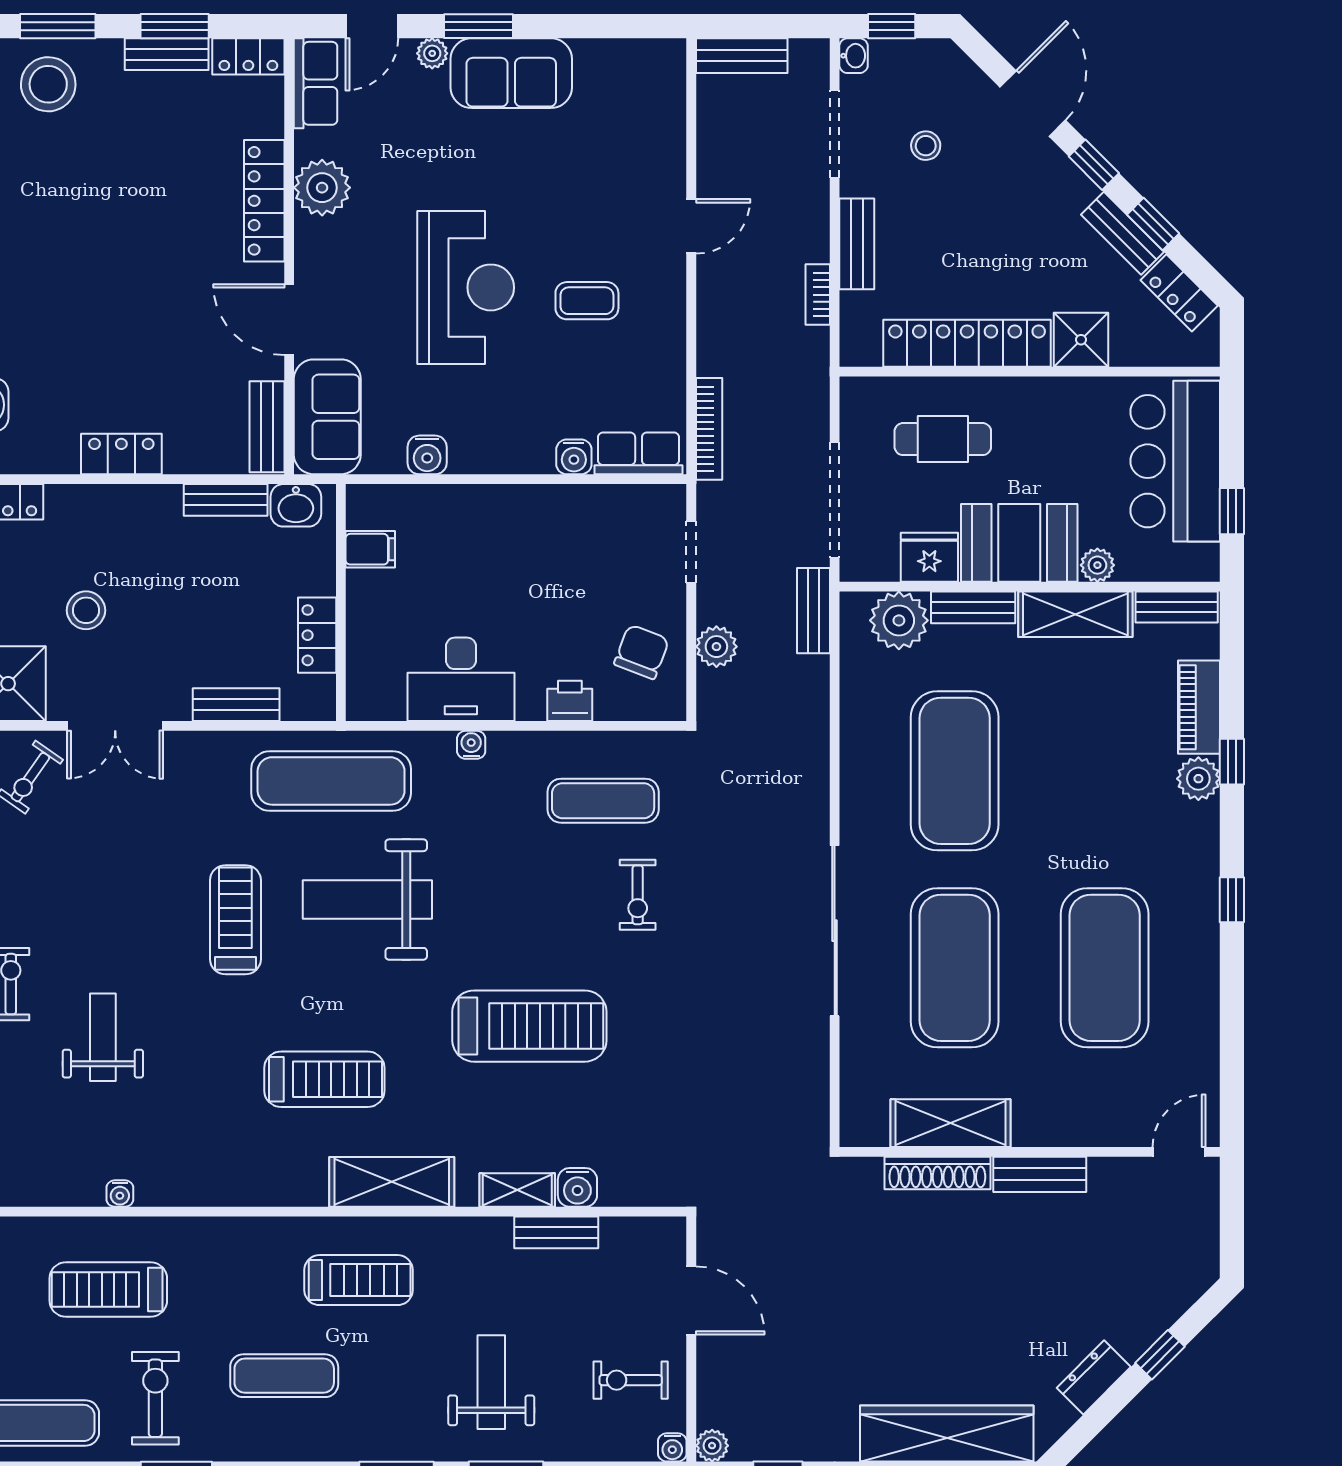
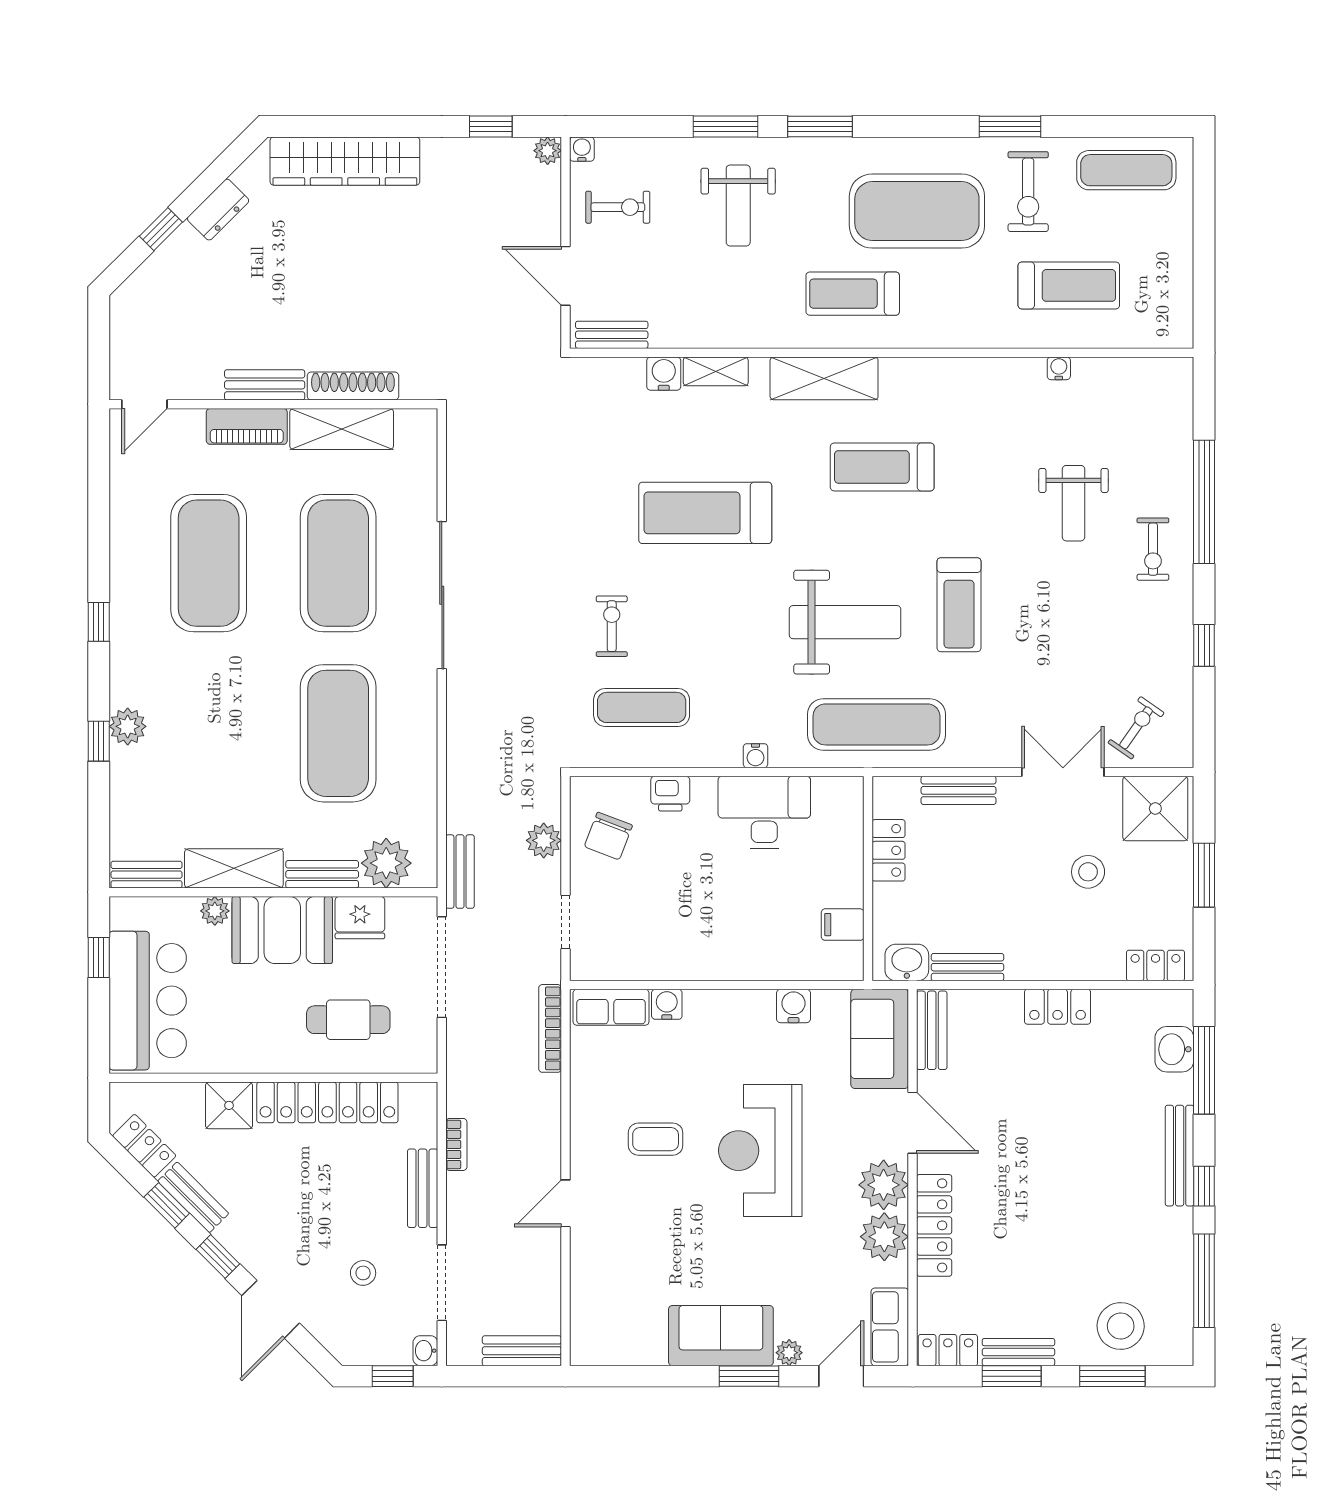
plant: (323, 248) -> (884, 1185), added
piano: (1199, 707) -> (247, 426), moved, turned 90
bench: (556, 1232) -> (612, 335), moved
exercise mat: (284, 1376) -> (917, 211), width x2.00, depth x1.45

